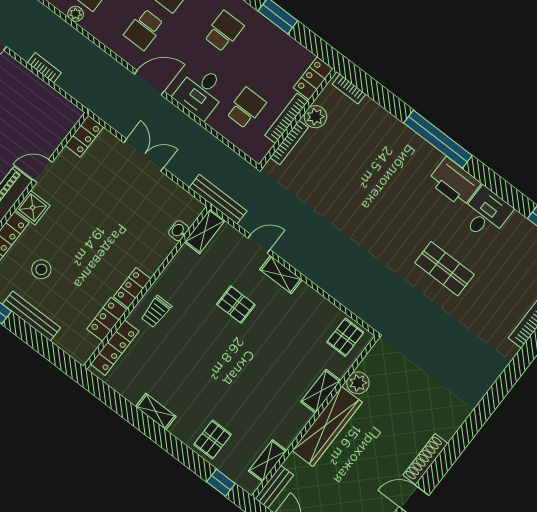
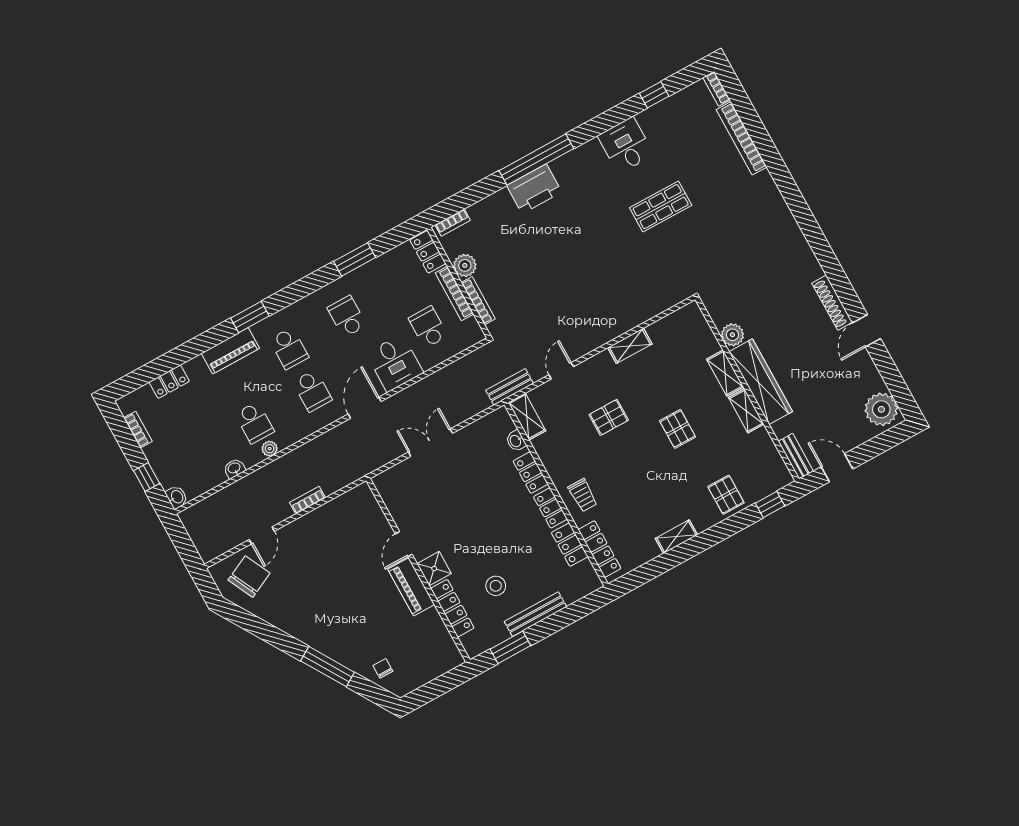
locker: (84, 136) -> (531, 473), moved, turned 180
printer: (454, 182) -> (534, 189), moved
bench: (218, 199) -> (510, 387), width x0.73
shelving: (281, 275) -> (630, 346), moved
pallet: (345, 337) -> (678, 429), moved
shelving: (268, 461) -> (746, 411), moved

